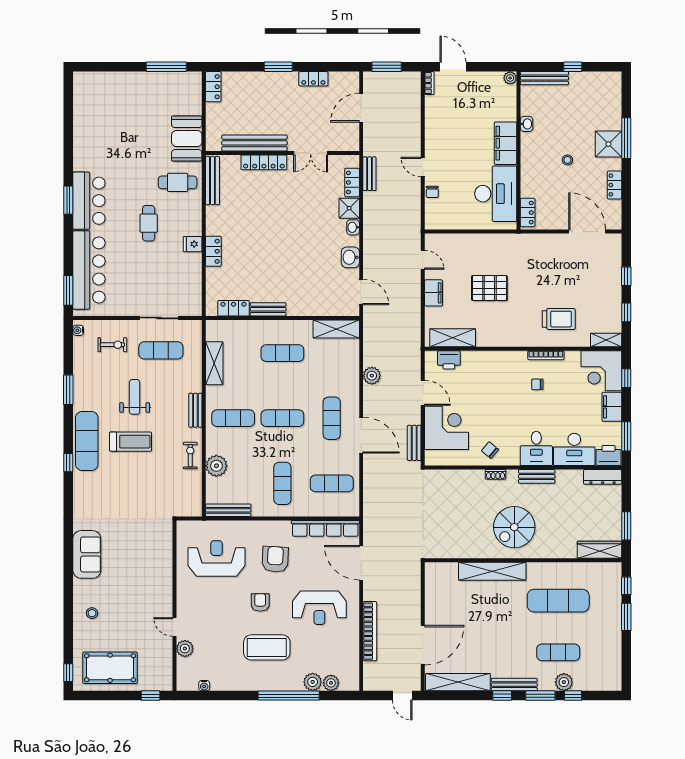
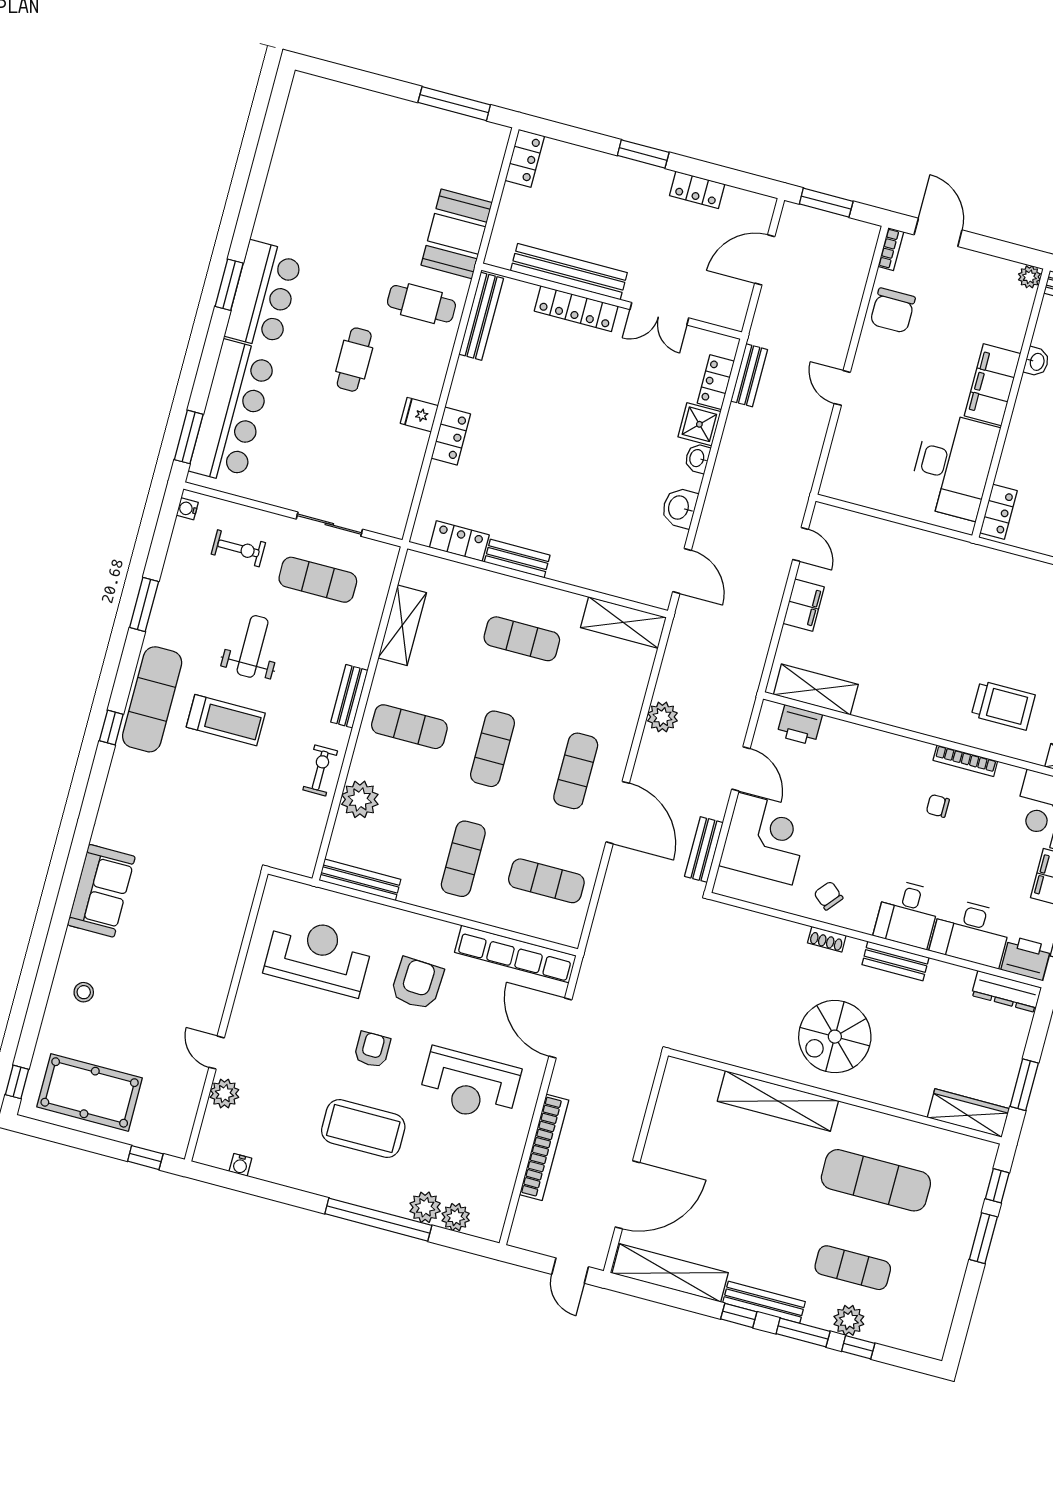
chair: (432, 192) -> (893, 310), moved, width x1.87, depth x1.87
pallet: (489, 288) -> (900, 622), removed
exercise mat: (282, 418) -> (493, 749), turned 90

